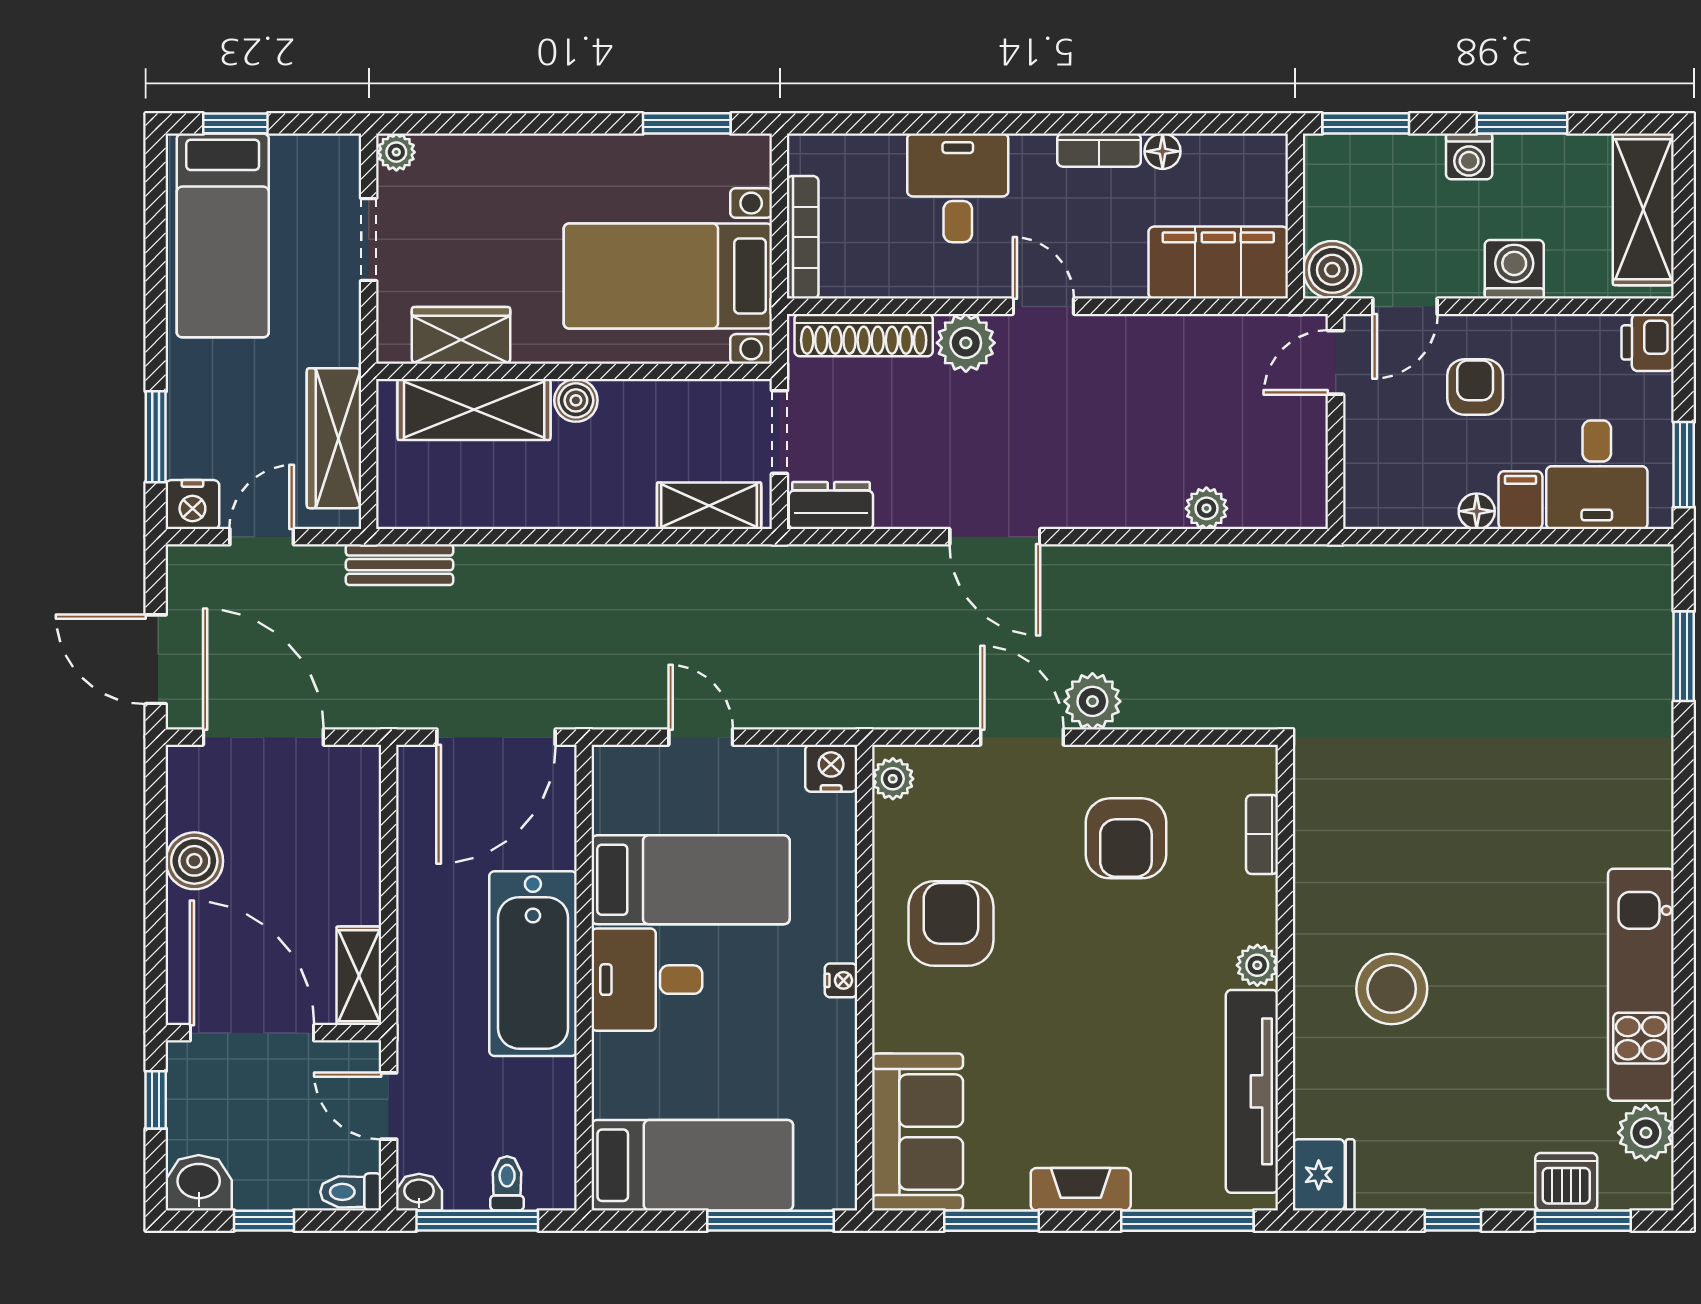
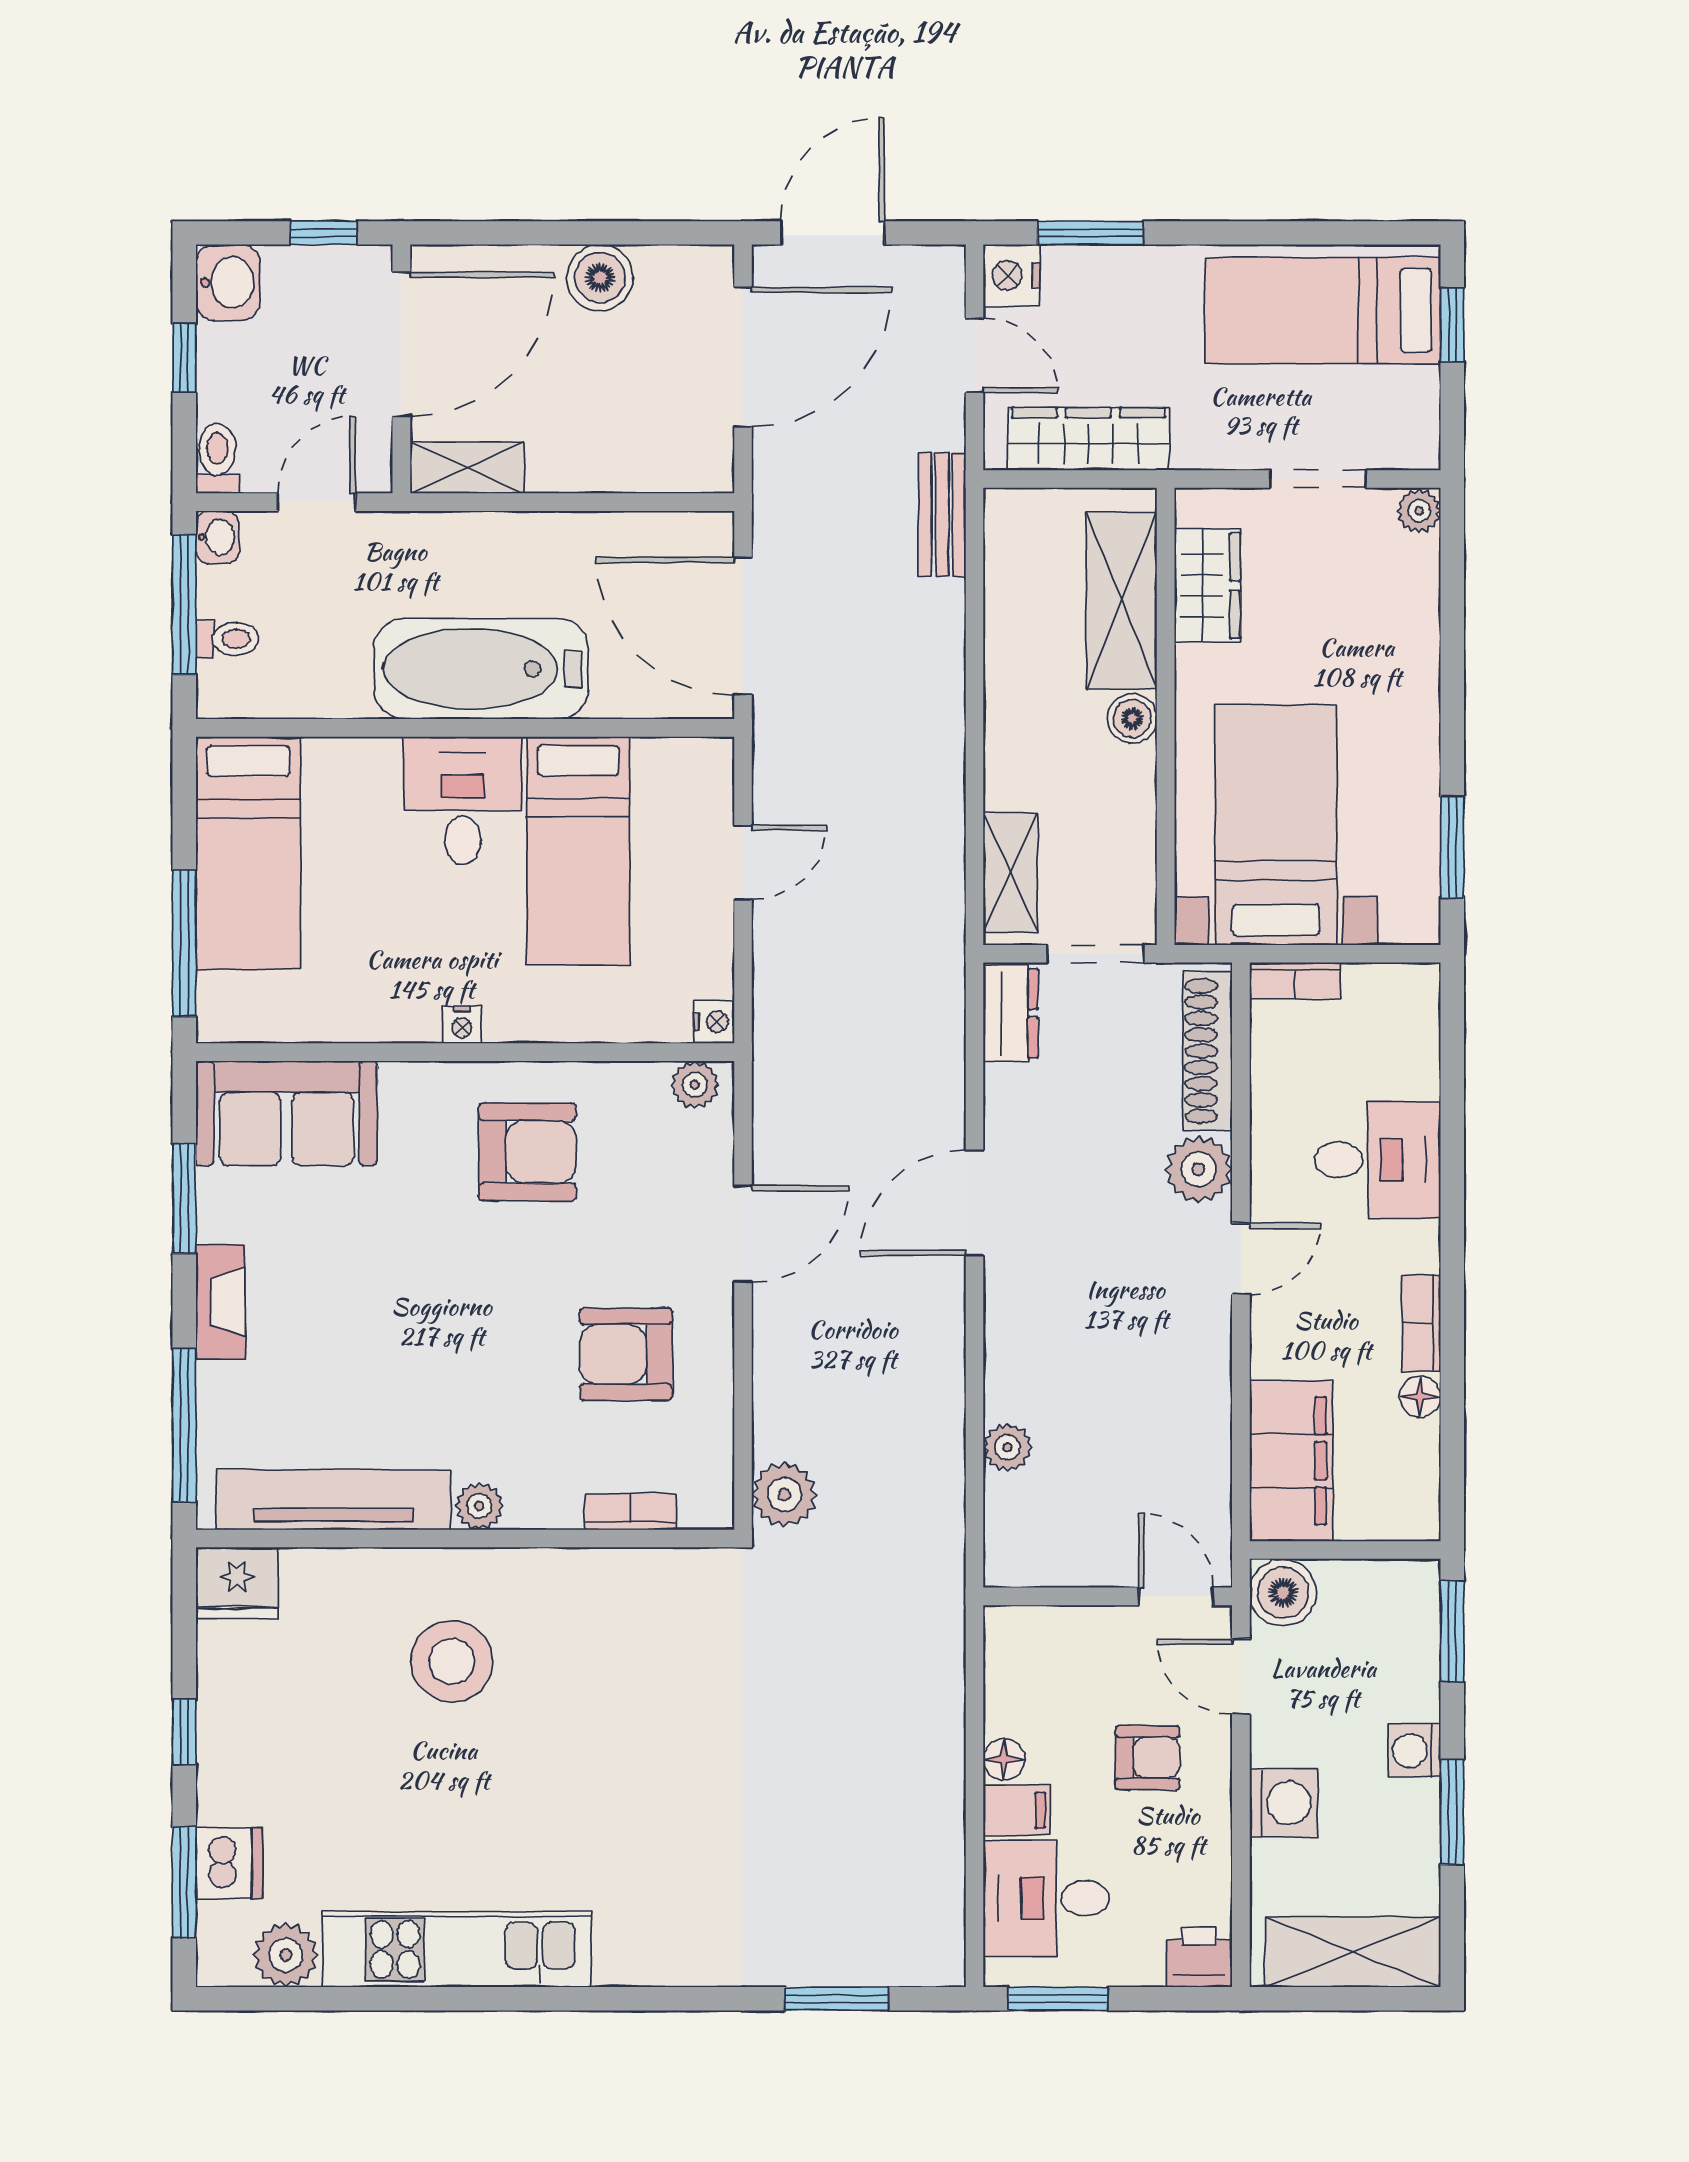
bookcase: (803, 237) -> (1295, 981), width x0.64
plant: (1092, 701) -> (784, 1495), moved
nightstand: (831, 768) -> (714, 1022), width x0.72, depth x0.74

